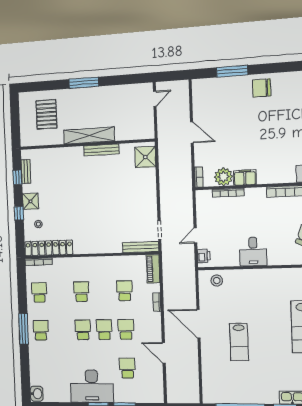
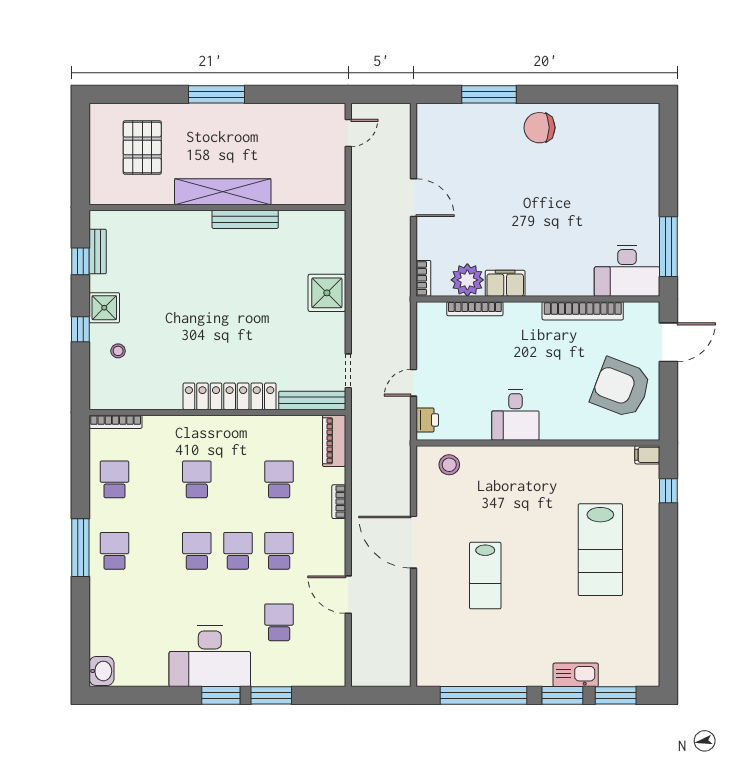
shower: (145, 157) -> (327, 293), moved
locker: (49, 248) -> (230, 396), moved

